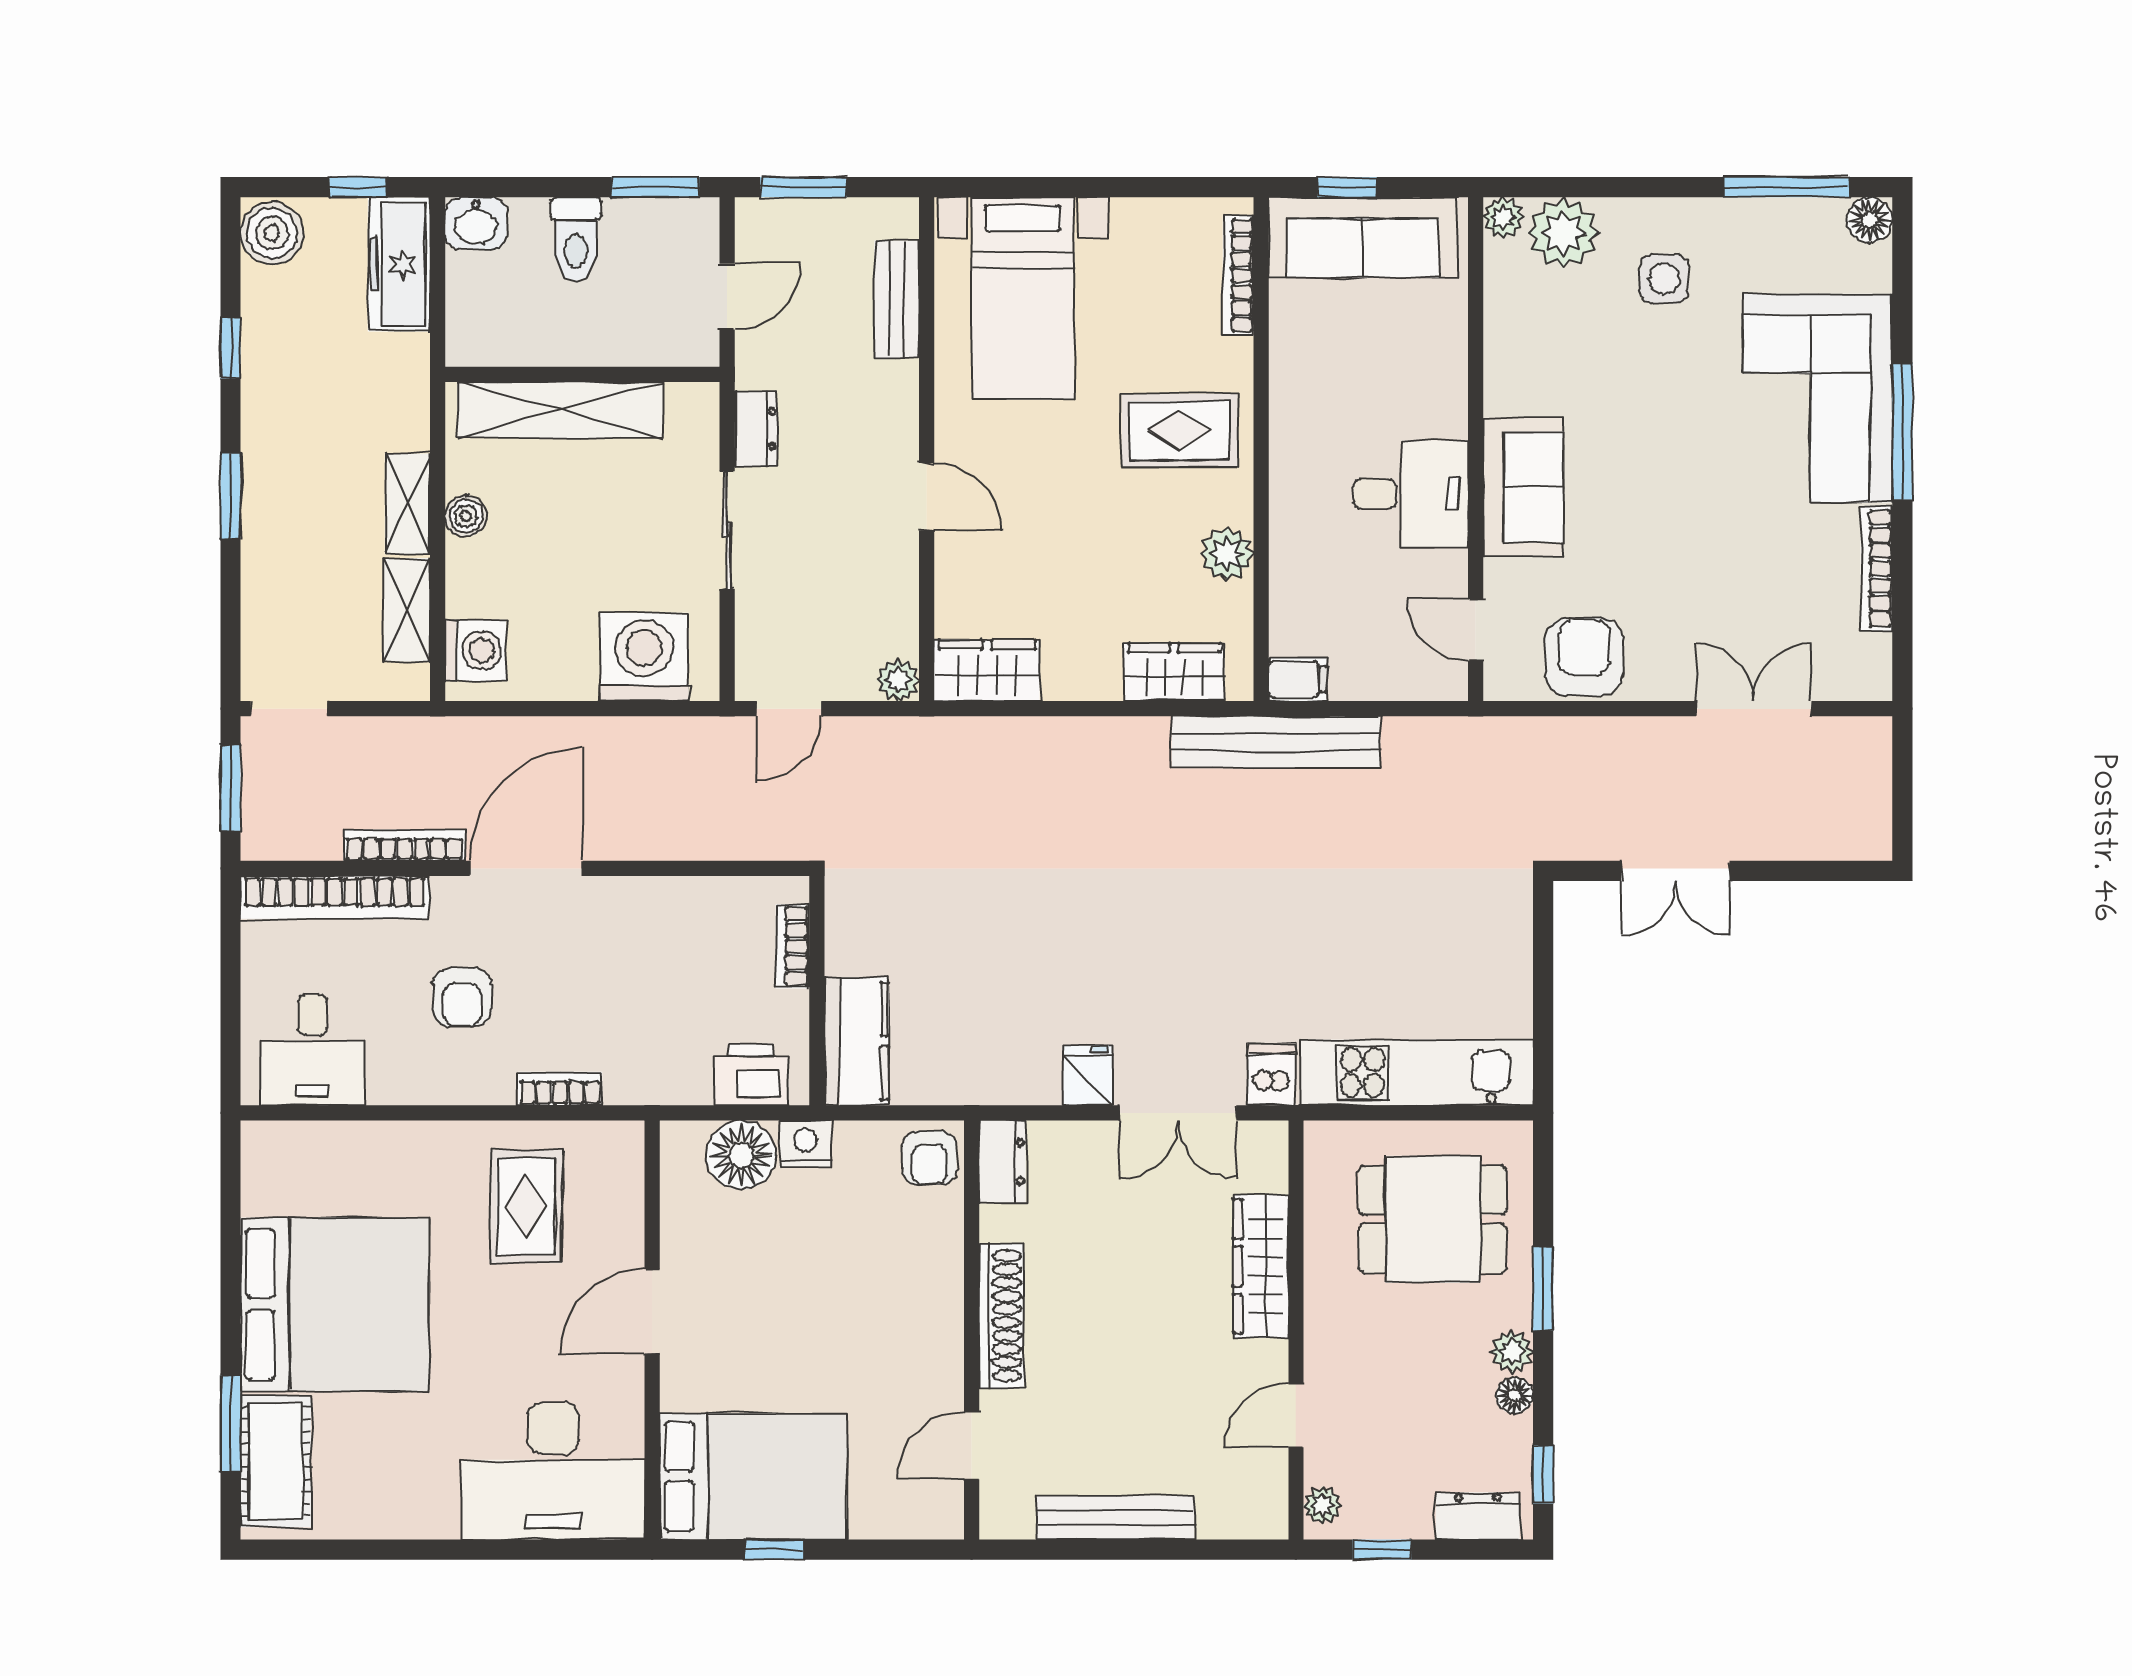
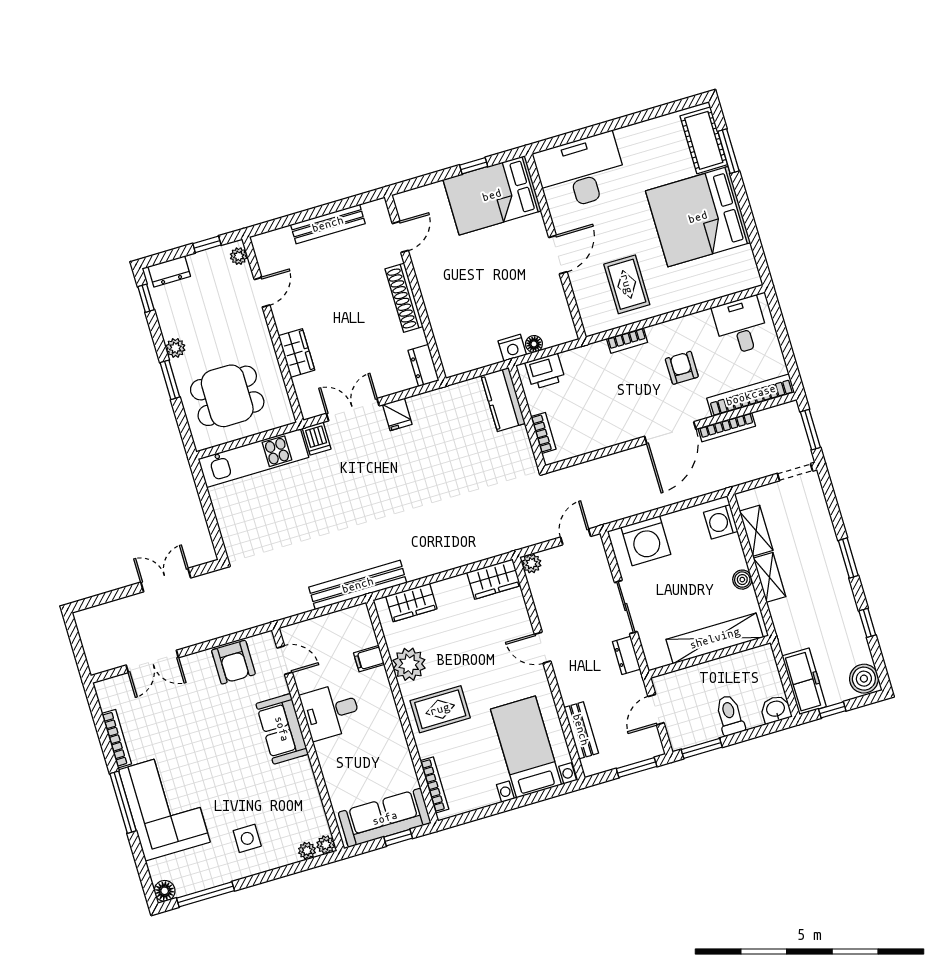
plant: (1563, 233) -> (307, 851), width x0.53, depth x0.53
plant: (1227, 554) -> (409, 664), width x1.36, depth x1.36
filing cabinet: (1298, 679) -> (369, 659), moved
floor lamp: (741, 1155) -> (534, 344), width x0.53, depth x0.53
armchair: (929, 1158) -> (456, 358), removed
wardrobe: (1261, 1267) -> (297, 353), width x0.67
floor lamp: (1515, 1395) -> (169, 329), removed

